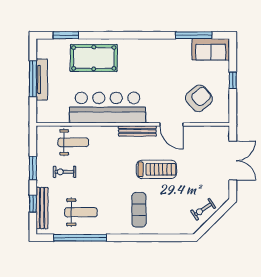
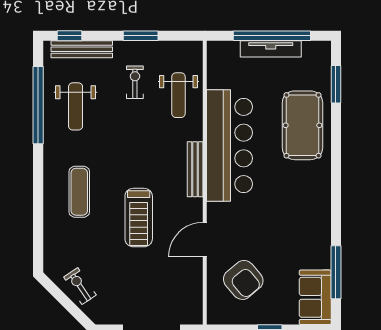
window: (33, 79) -> (272, 36), width x1.46
bench: (137, 131) -> (195, 169), moved
window: (33, 204) -> (70, 36), moved
exercise mat: (139, 210) -> (79, 192), turned 90

